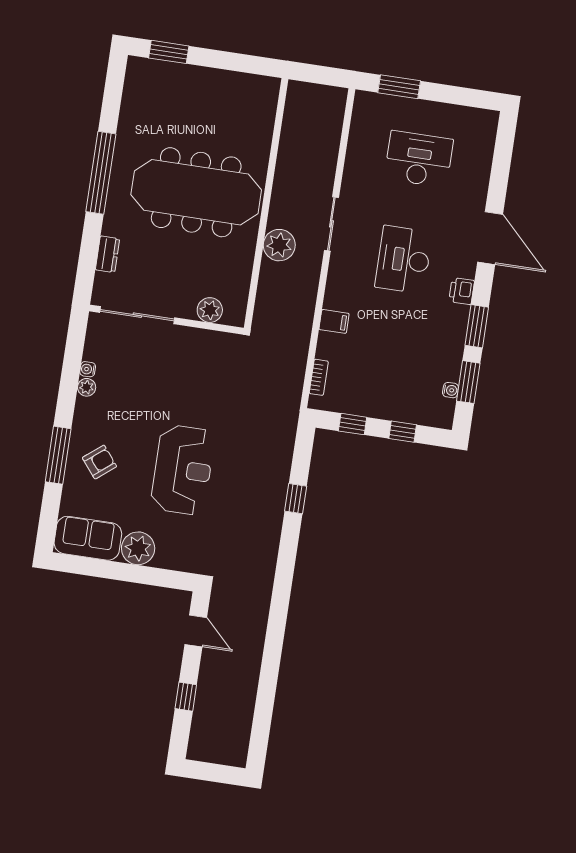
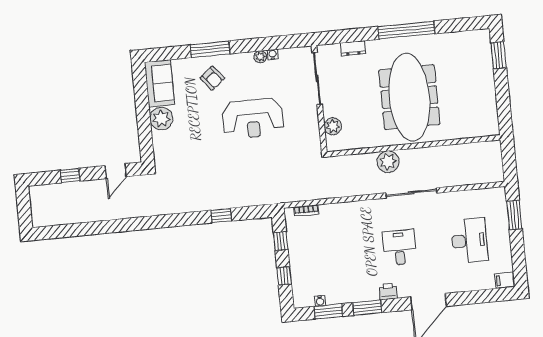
sliding door: (331, 224) -> (411, 193), width x1.37
desk: (404, 260) -> (399, 247), width x0.73
filing cabinet: (334, 321) -> (505, 280), moved, turned 90
reception desk: (183, 470) -> (253, 119), moved

